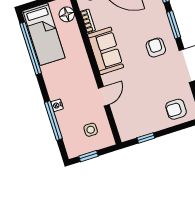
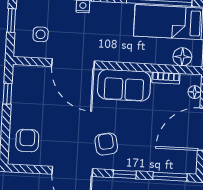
window: (174, 25) -> (125, 174), width x0.67
armchair: (156, 48) -> (106, 144), turned -101
door: (104, 96) -> (73, 64), width x1.87

